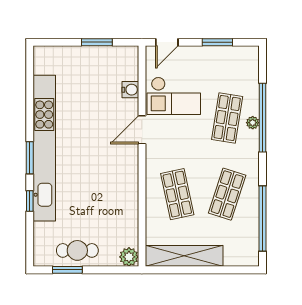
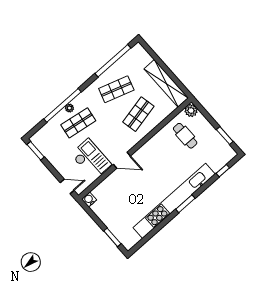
window: (97, 42) -> (112, 237), moved
window: (217, 42) -> (36, 151), moved
water cooler: (130, 90) -> (89, 200), moved
window: (30, 201) -> (223, 171), moved
cafe table: (77, 250) -> (185, 136), moved

